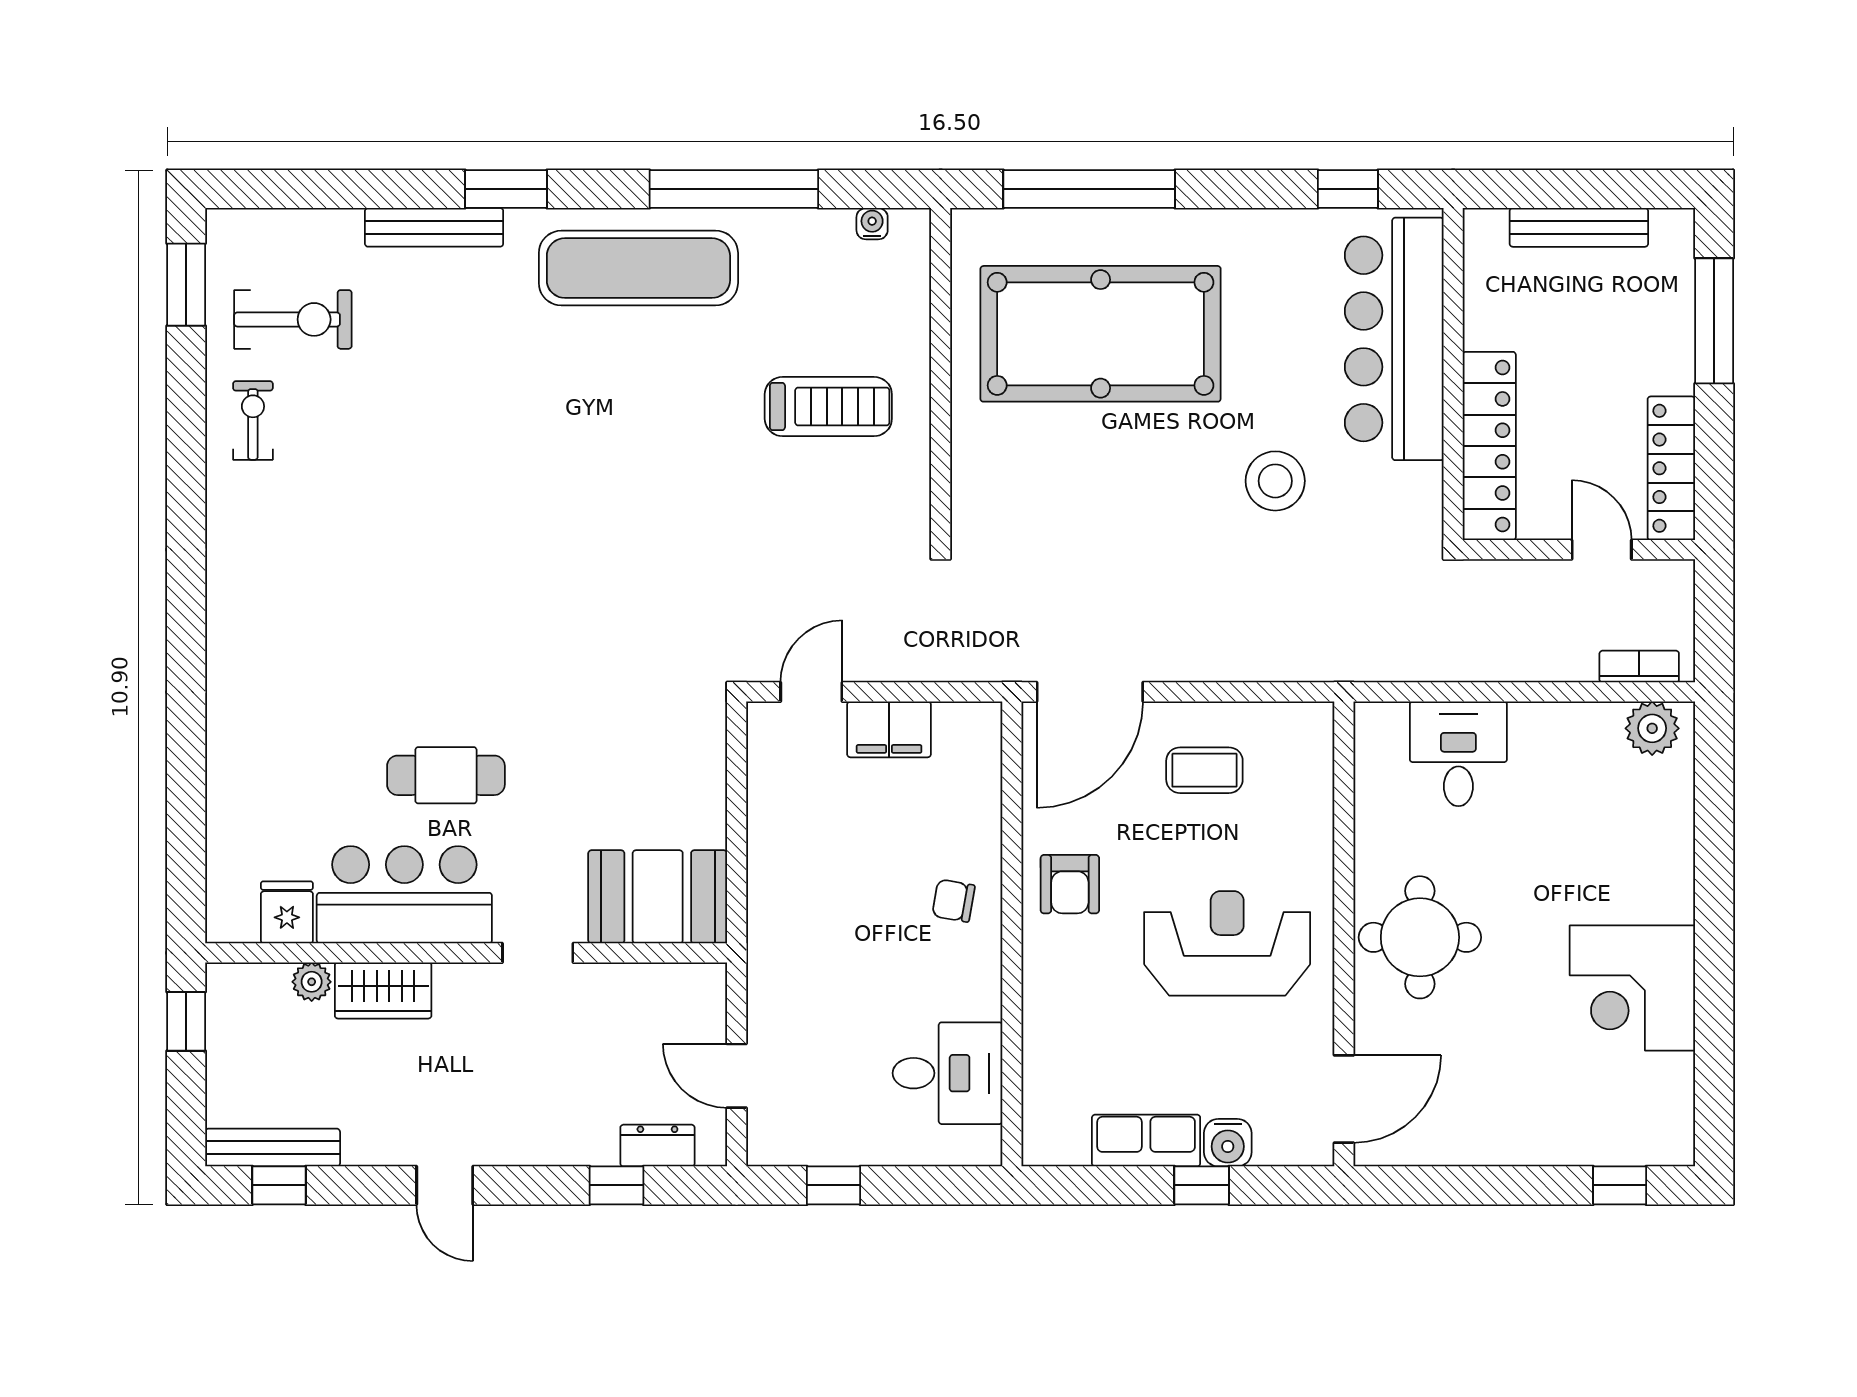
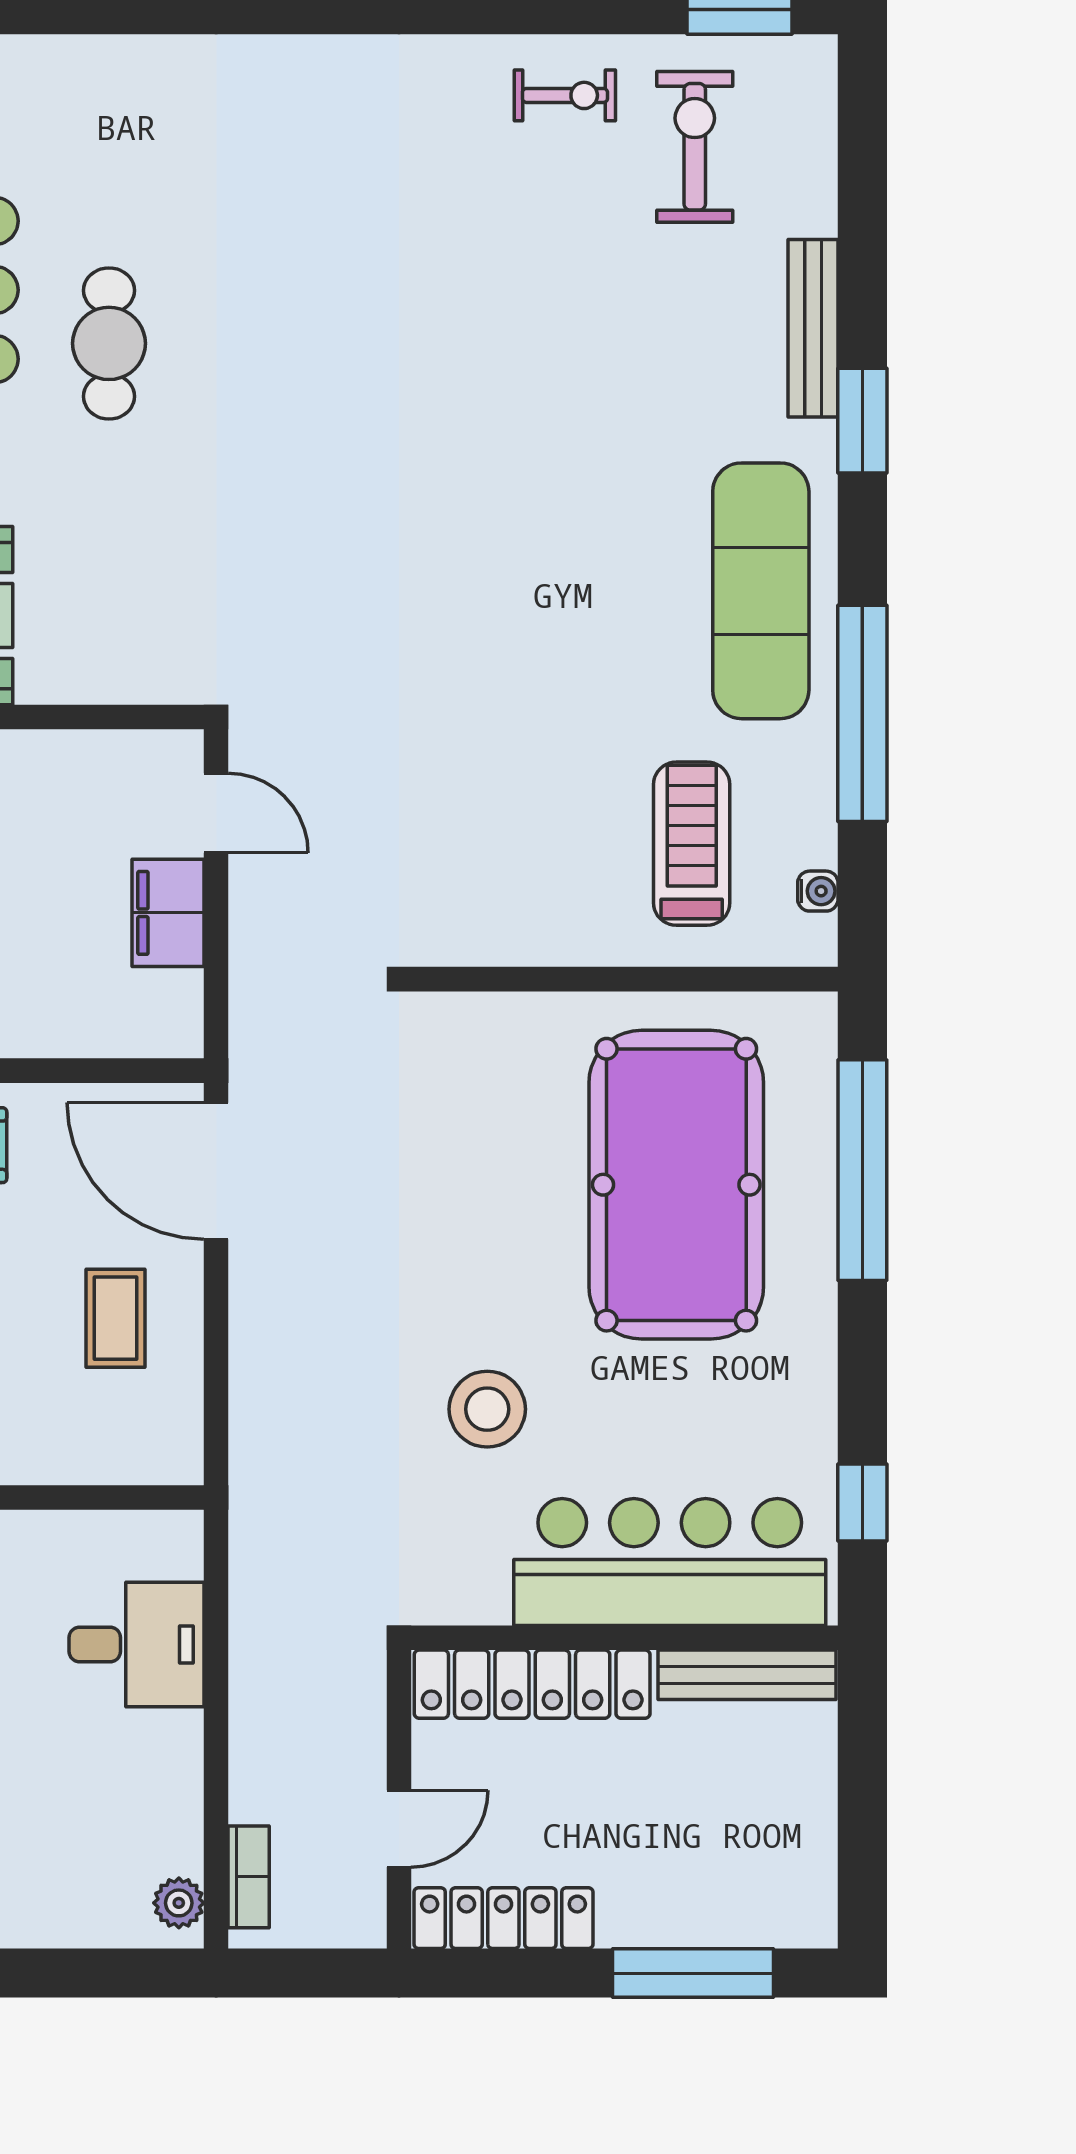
bench: (1579, 227) -> (747, 1675), moved, turned 90
exercise bike: (293, 319) -> (695, 147), turned 180
treadmill: (828, 407) -> (692, 844), moved, turned 180
plant: (1652, 728) -> (179, 1903), width x0.73, depth x0.73

